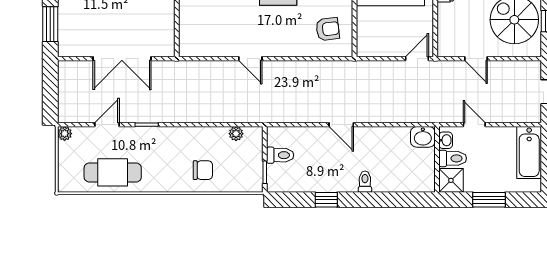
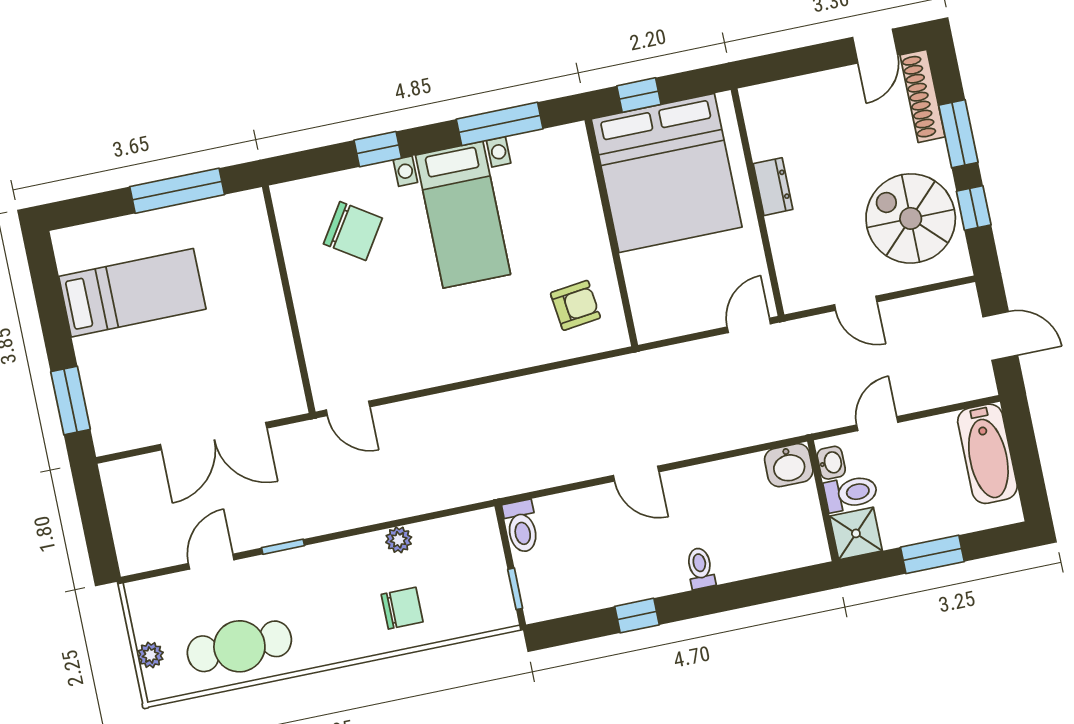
door: (250, 59) -> (348, 408), moved
door: (474, 125) -> (877, 424), hinge flipped
plant: (65, 134) -> (150, 655), moved
plant: (236, 134) -> (399, 540), moved
toilet: (280, 155) -> (521, 526), moved, turned 90

